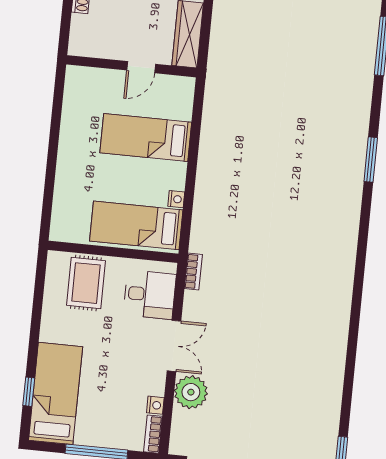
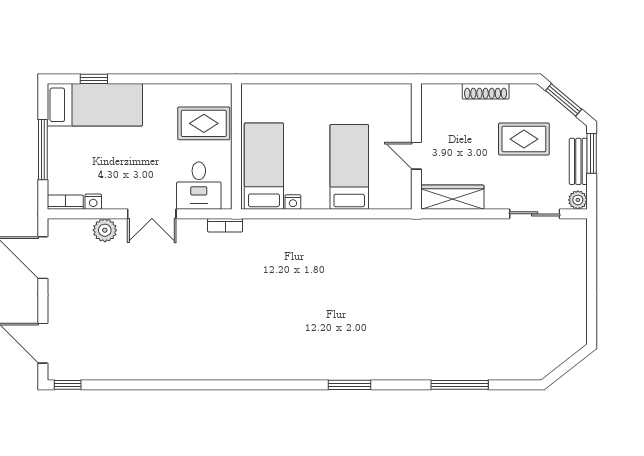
plant: (191, 392) -> (105, 230), width x0.73, depth x0.73

